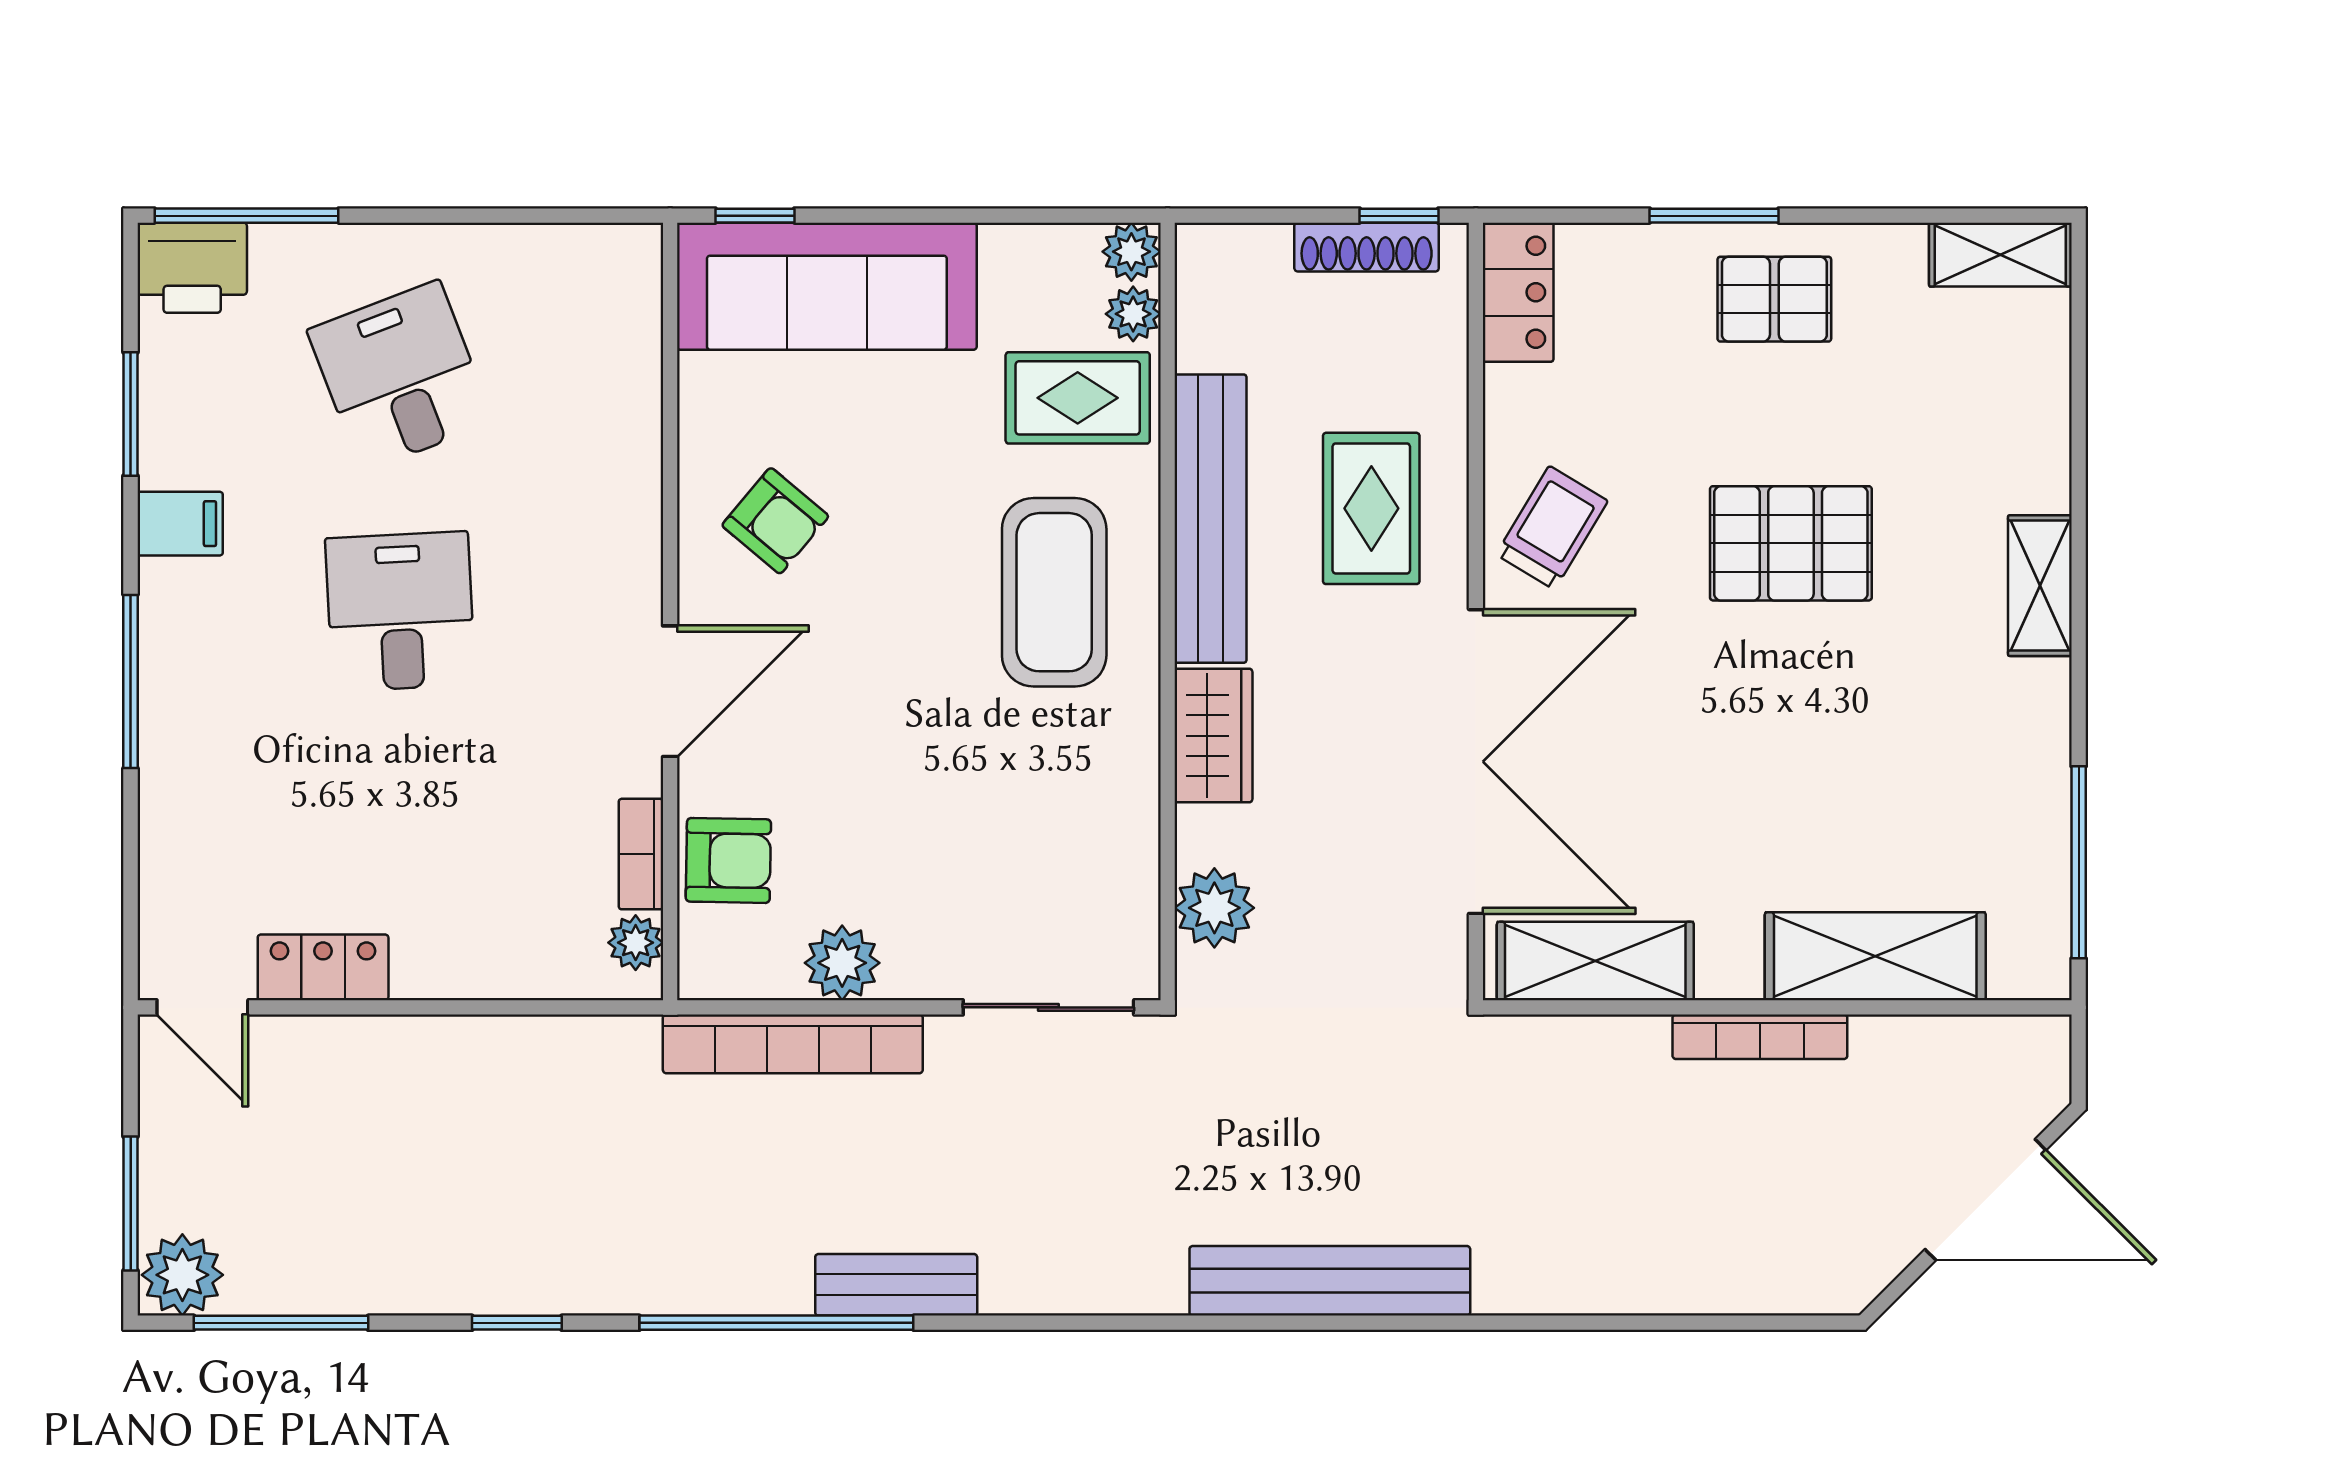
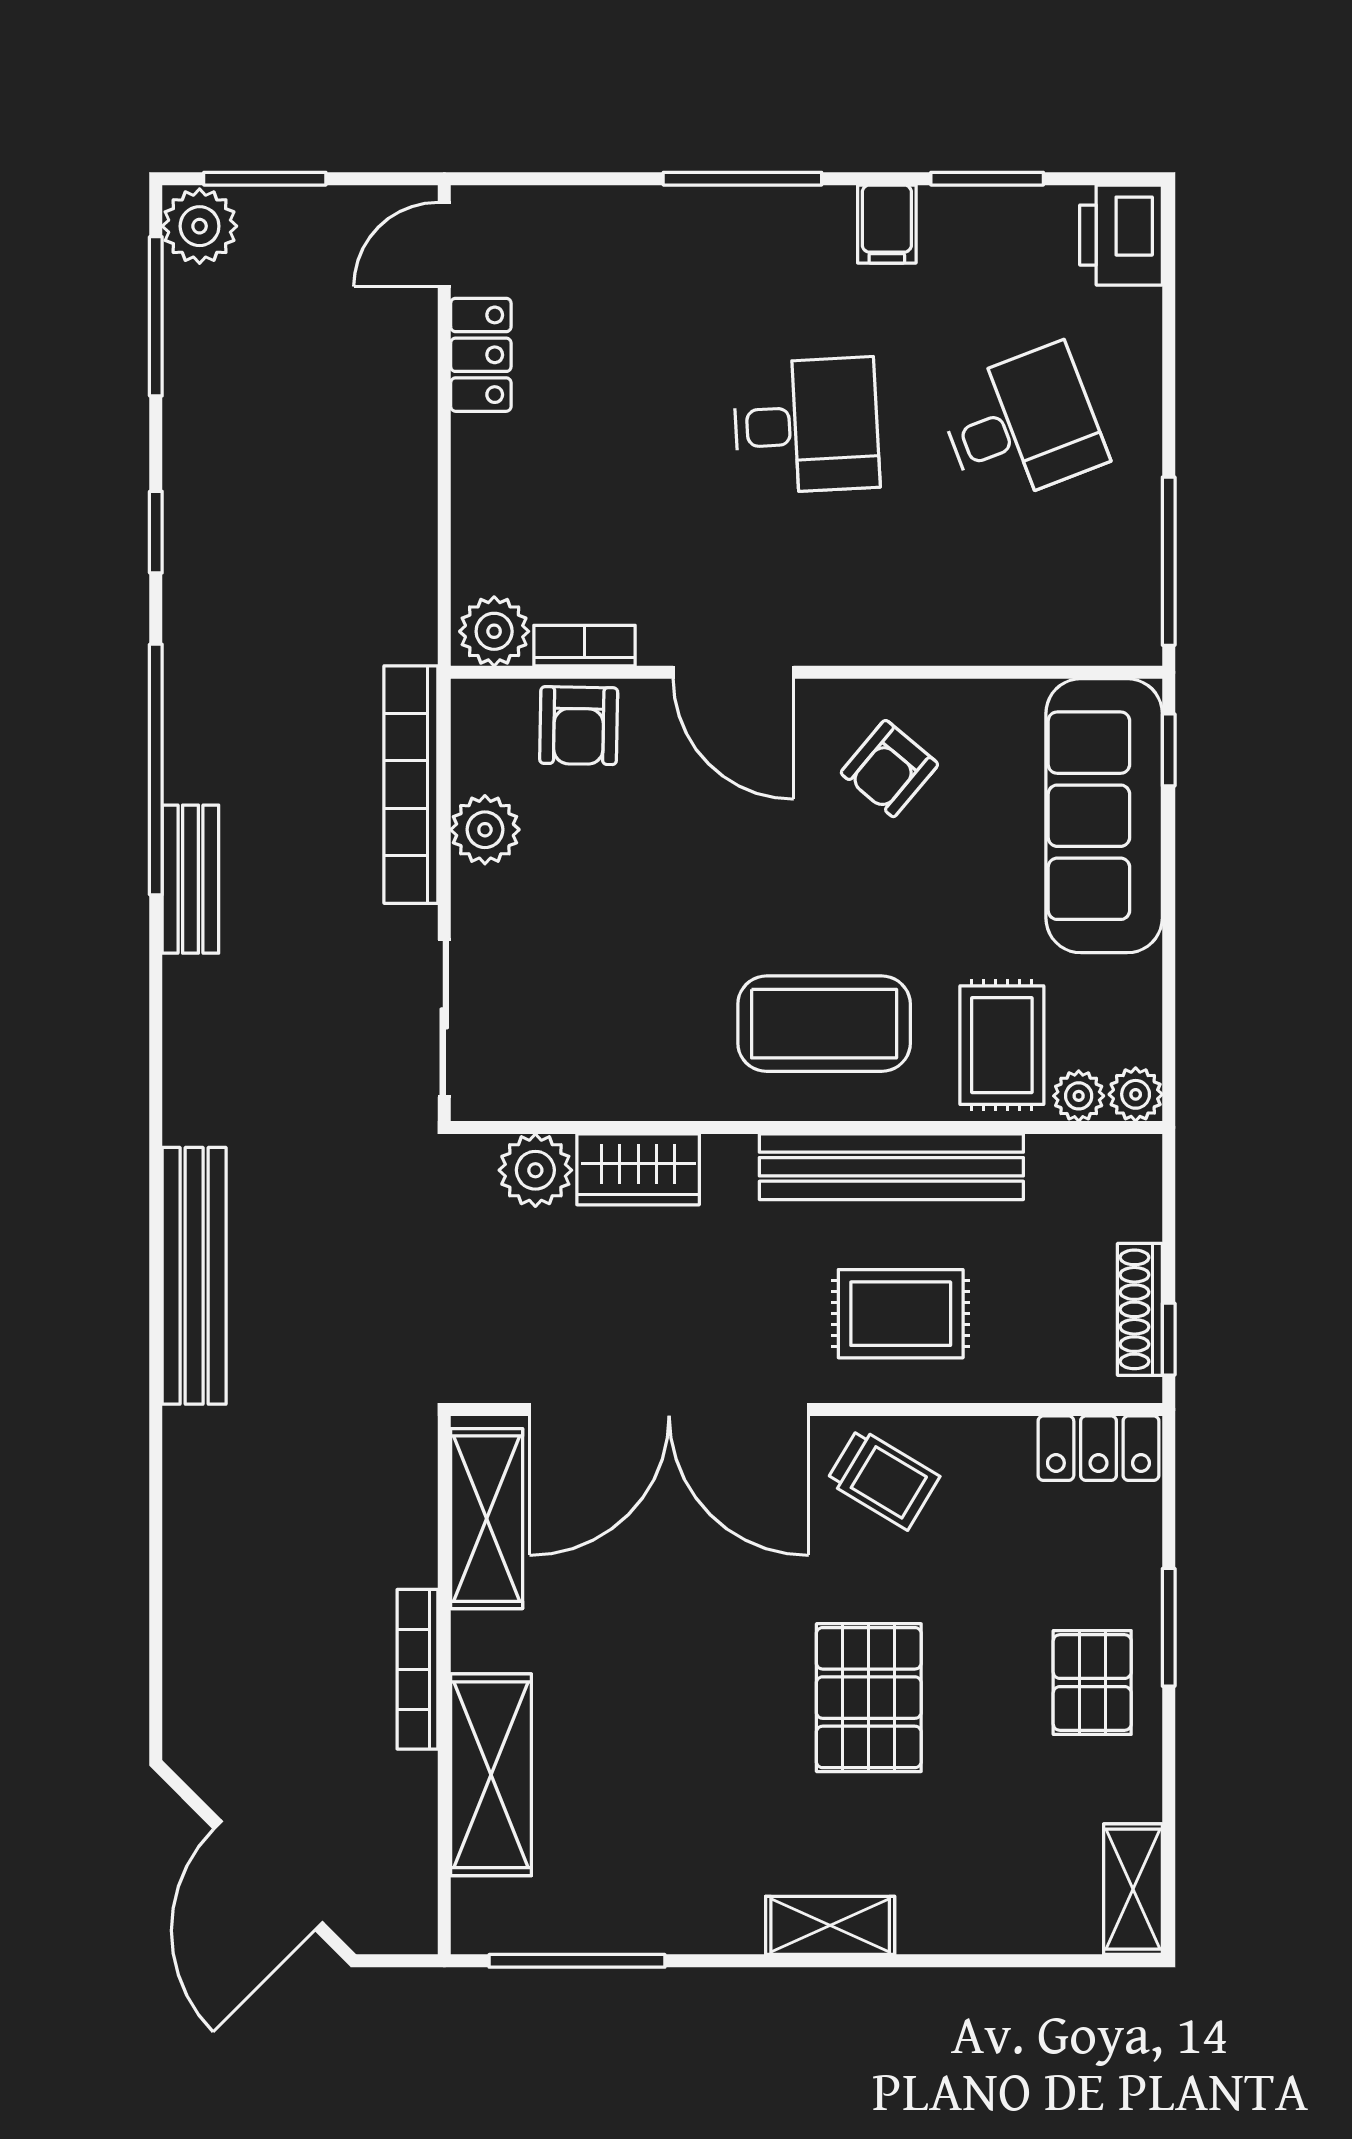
window: (247, 216) -> (1169, 561), moved
wardrobe: (1213, 736) -> (638, 1169), moved
plant: (636, 943) -> (494, 631), width x1.38, depth x1.38

